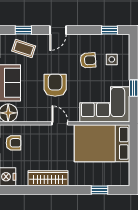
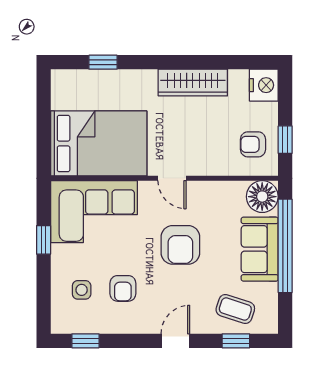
armchair: (88, 60) -> (123, 288), turned -86

